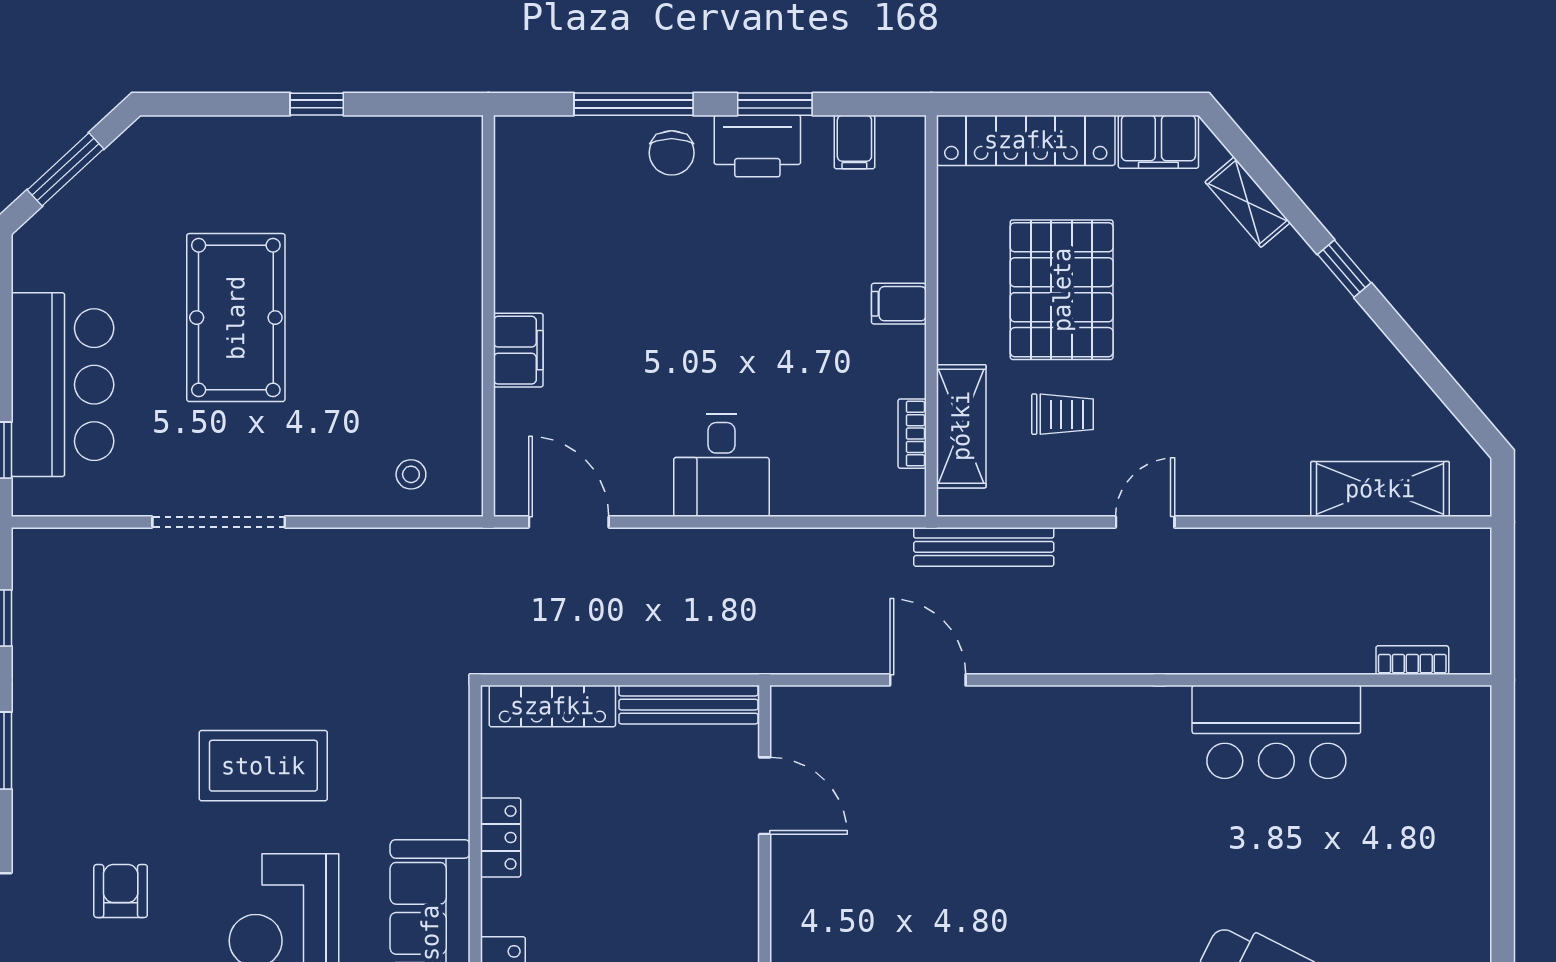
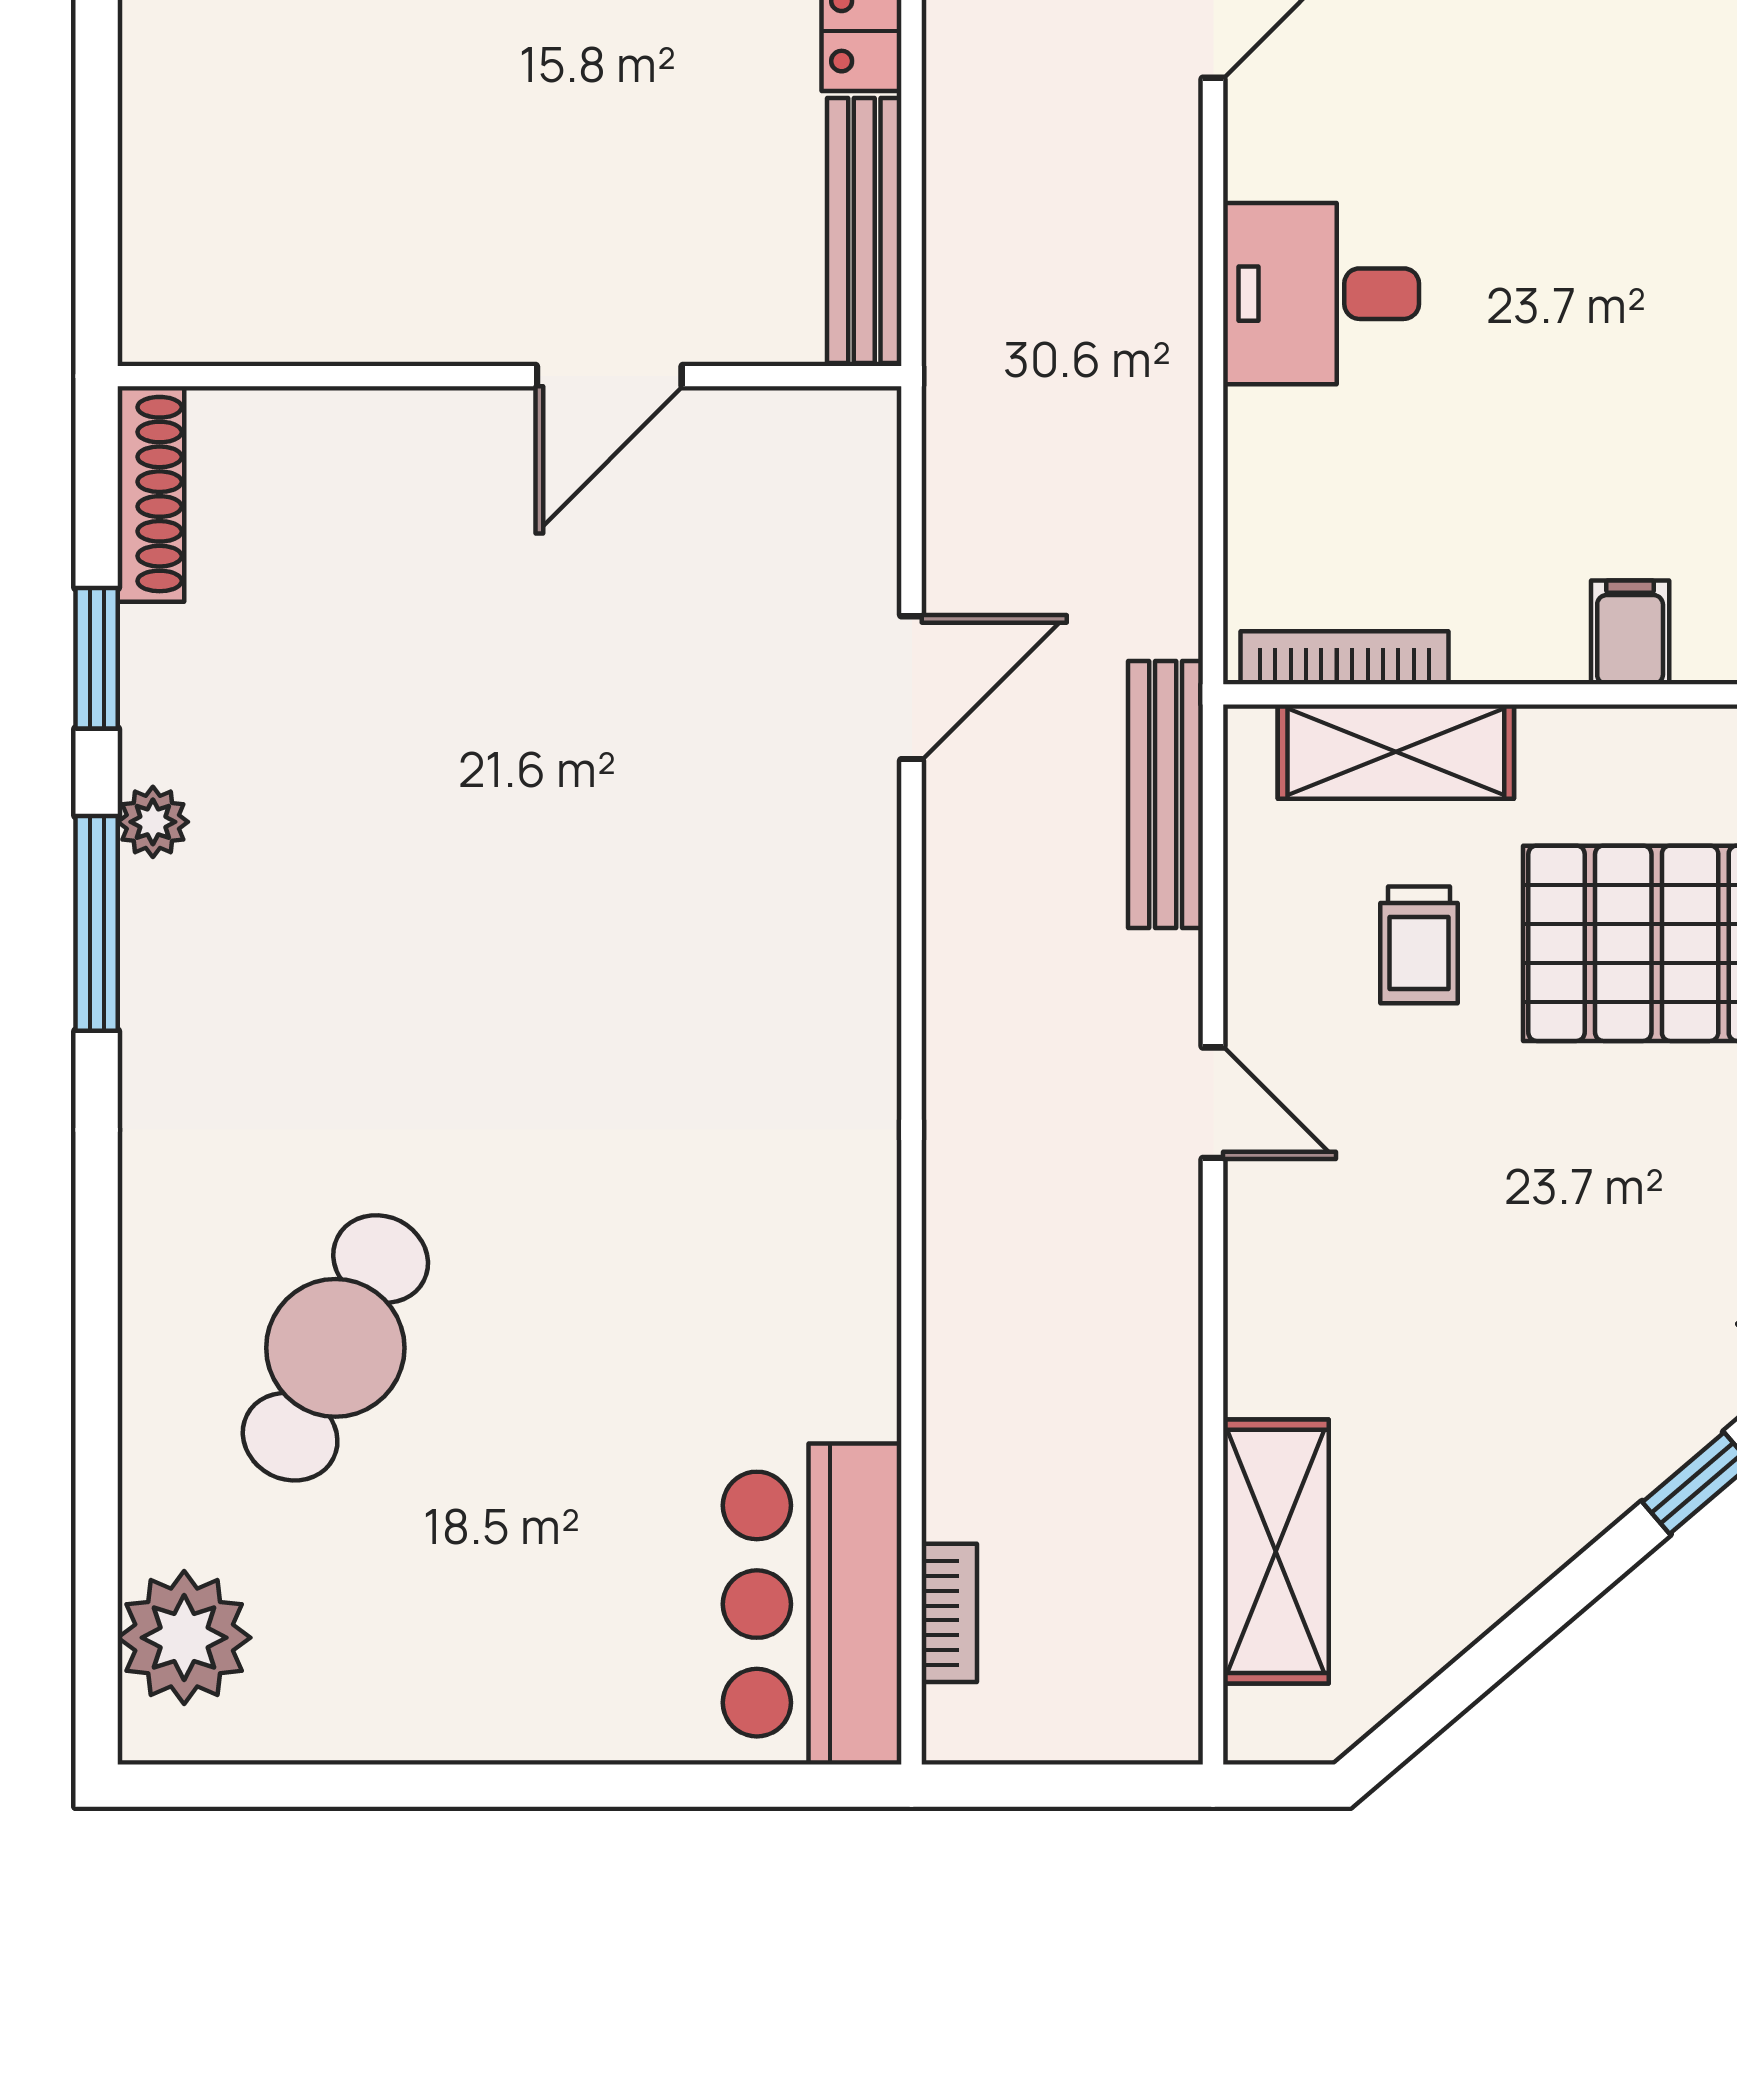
bookcase: (912, 434) -> (1344, 658), width x1.56
bar counter: (1276, 732) -> (812, 1604), moved
door: (765, 796) -> (609, 376), moved

